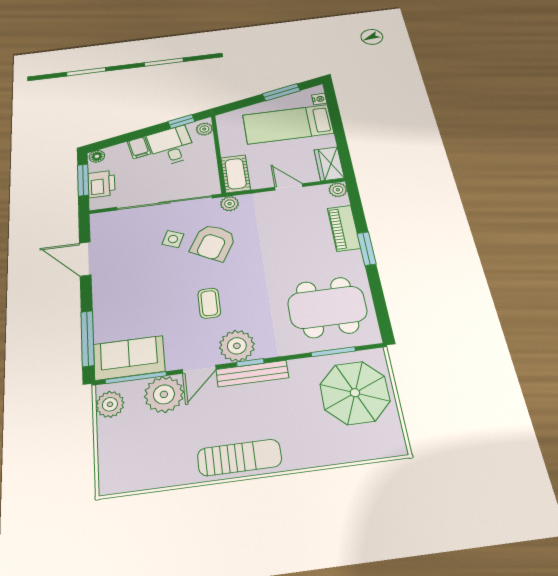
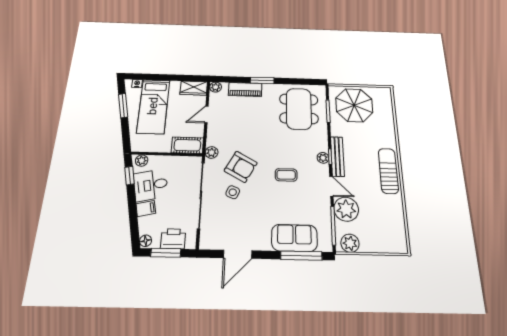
plant: (237, 346) -> (323, 158), width x0.53, depth x0.53
sofa: (129, 358) -> (294, 238), moved, turned 90

